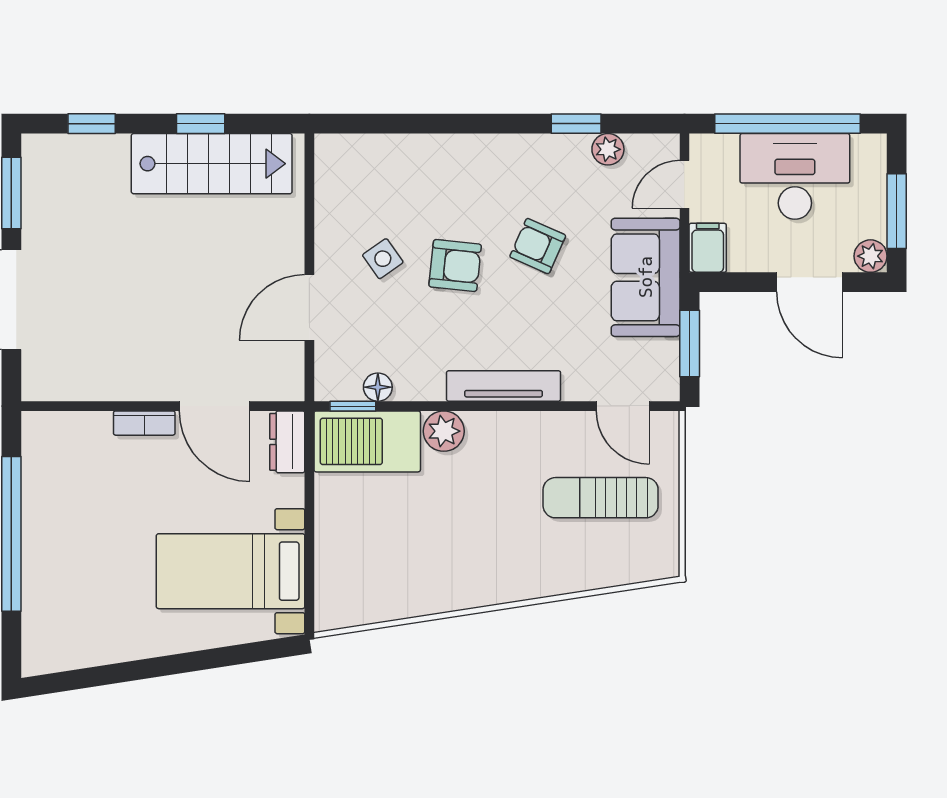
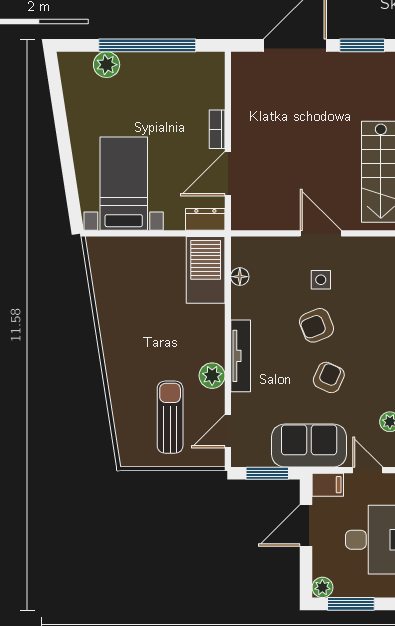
side table: (383, 259) -> (321, 280), turned 35
armchair: (455, 266) -> (317, 325), turned 62
door: (809, 282) -> (306, 525), moved
door: (309, 307) -> (321, 233), moved
window: (353, 406) -> (228, 261), removed
plant: (444, 431) -> (212, 376), moved
plant: (42, 598) -> (107, 65), added

